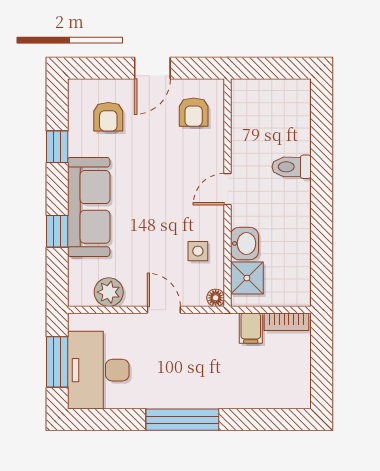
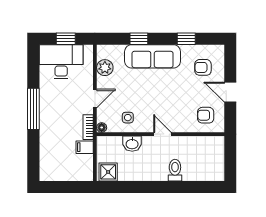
shower: (247, 278) -> (108, 172), moved
bookcase: (286, 322) -> (88, 127), moved
window: (57, 362) -> (66, 39), width x0.67

